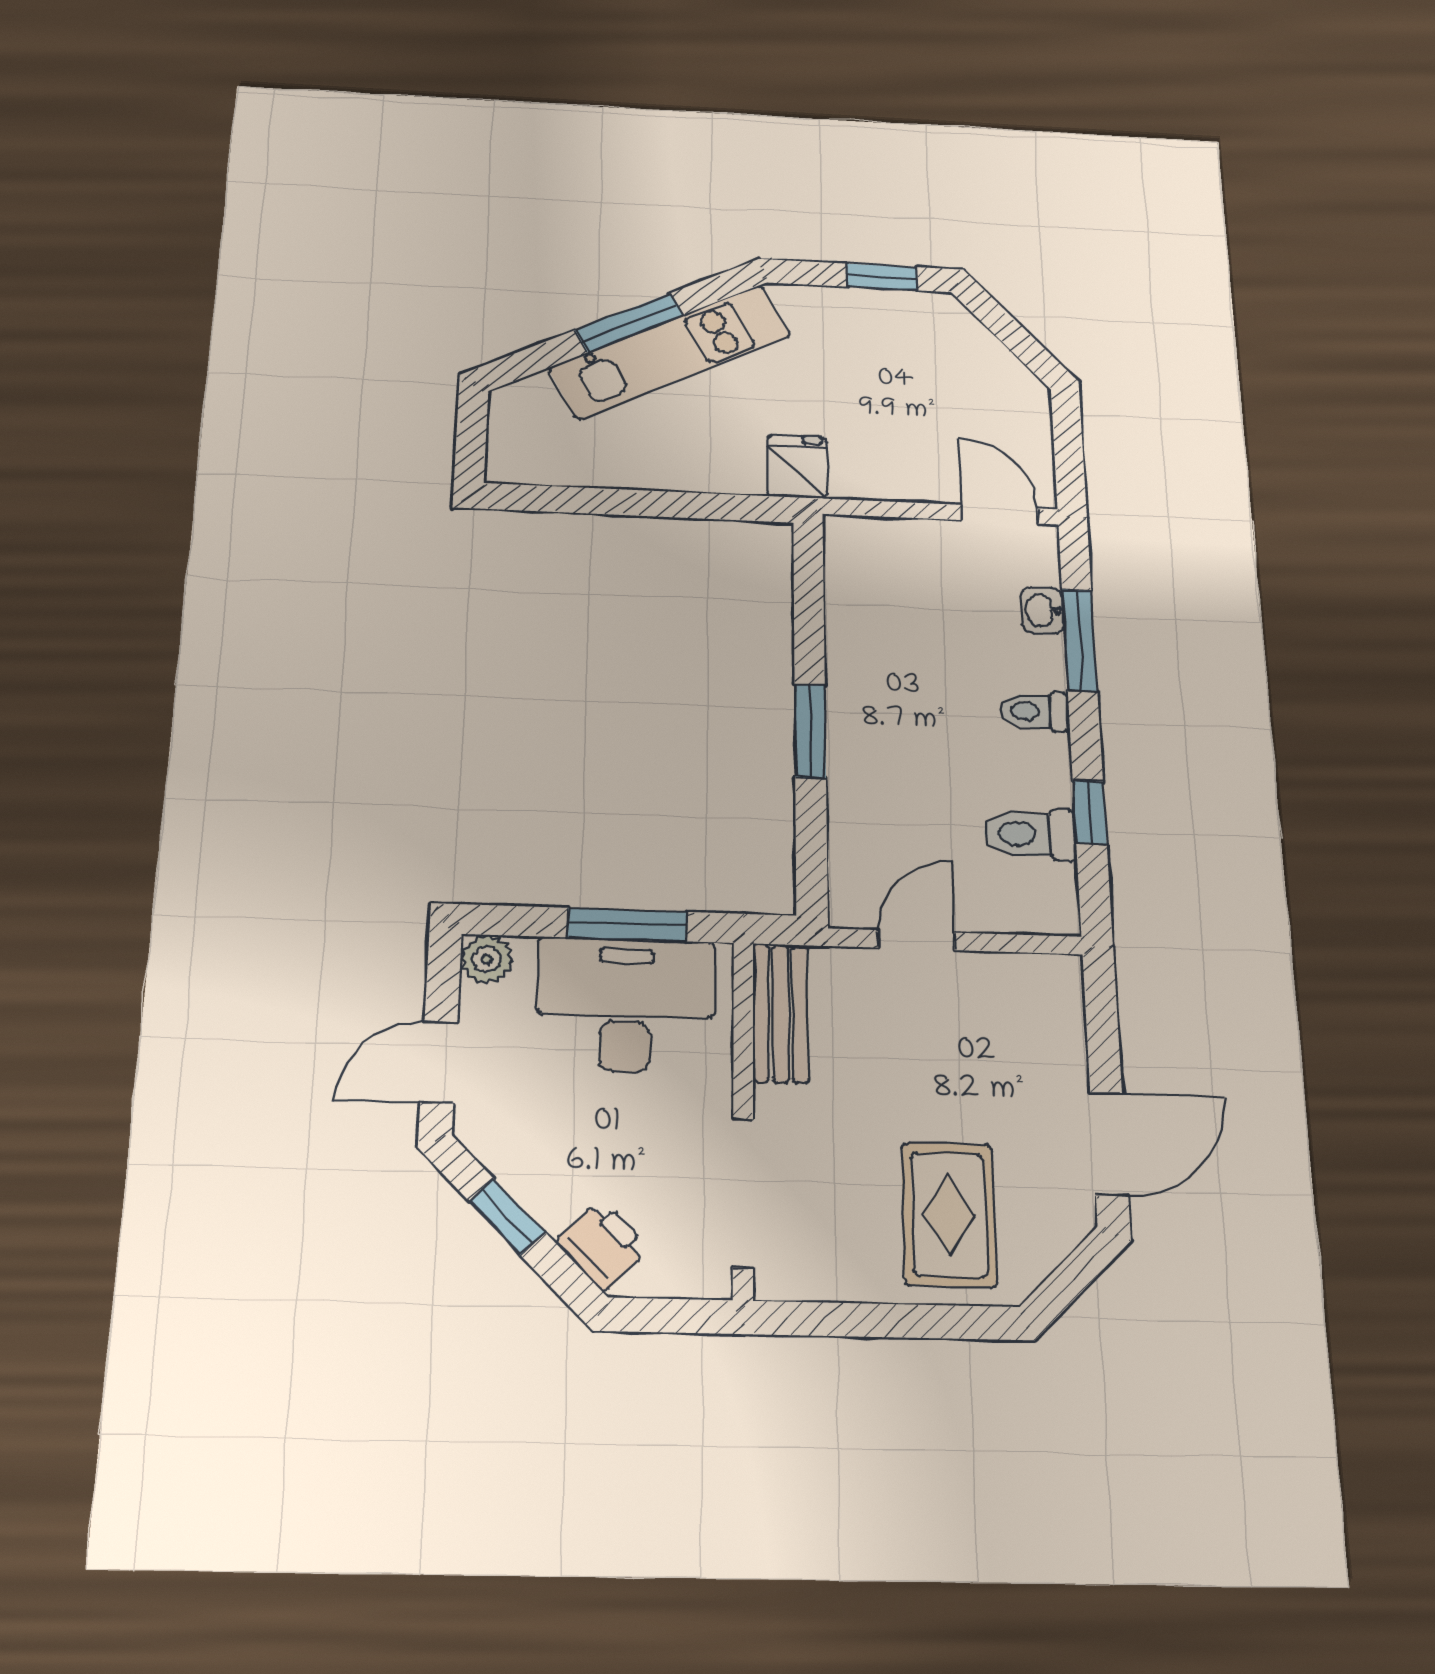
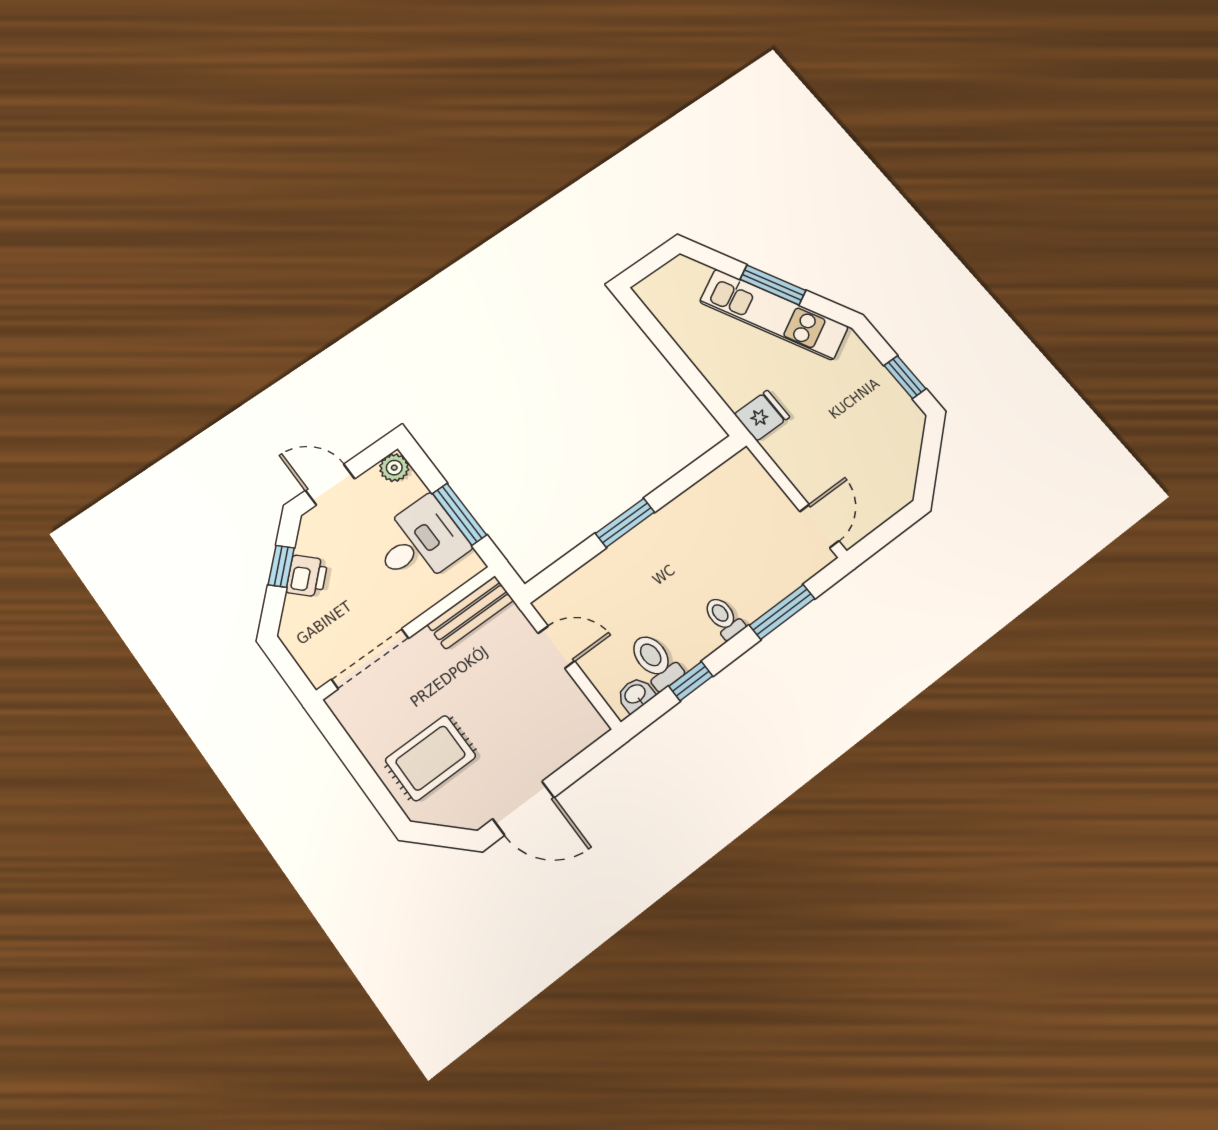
washbasin: (1042, 611) -> (635, 695), moved
desk: (626, 1005) -> (420, 543), width x0.73
printer: (603, 1245) -> (307, 576), moved

